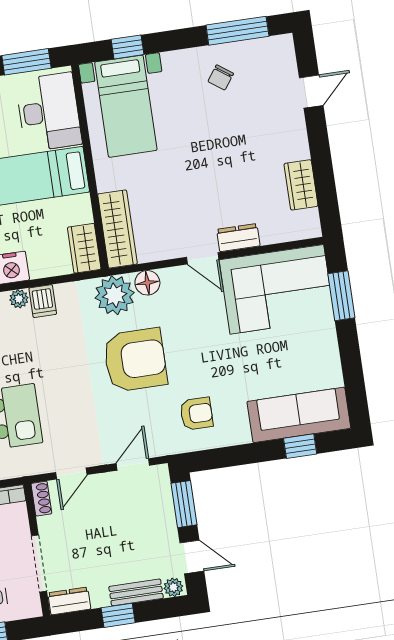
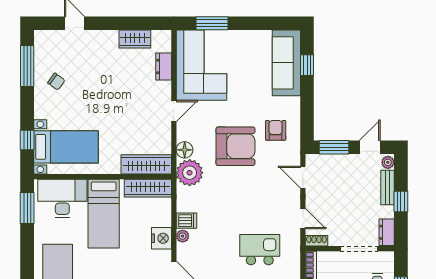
dresser: (238, 238) -> (164, 67), moved
wardrobe: (84, 248) -> (148, 188), width x1.50
armchair: (135, 360) -> (235, 146), moved, turned 90

